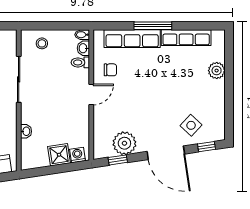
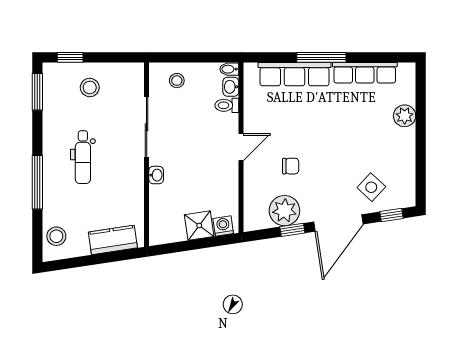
chair: (110, 70) -> (291, 166), moved
washbasin: (26, 131) -> (156, 175), moved
door: (166, 153) -> (338, 223), hinge flipped
window: (118, 160) -> (292, 230), moved

